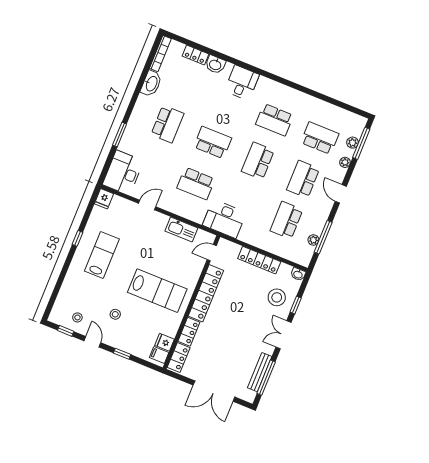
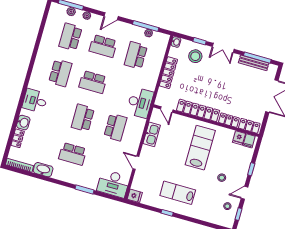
school desk: (167, 124) -> (73, 154), turned 180
school desk: (286, 220) -> (136, 55), turned 90

